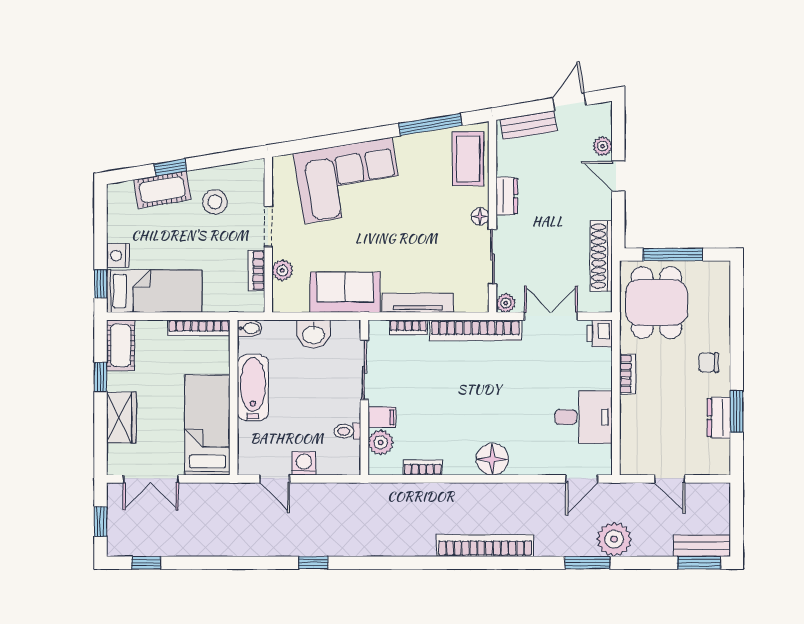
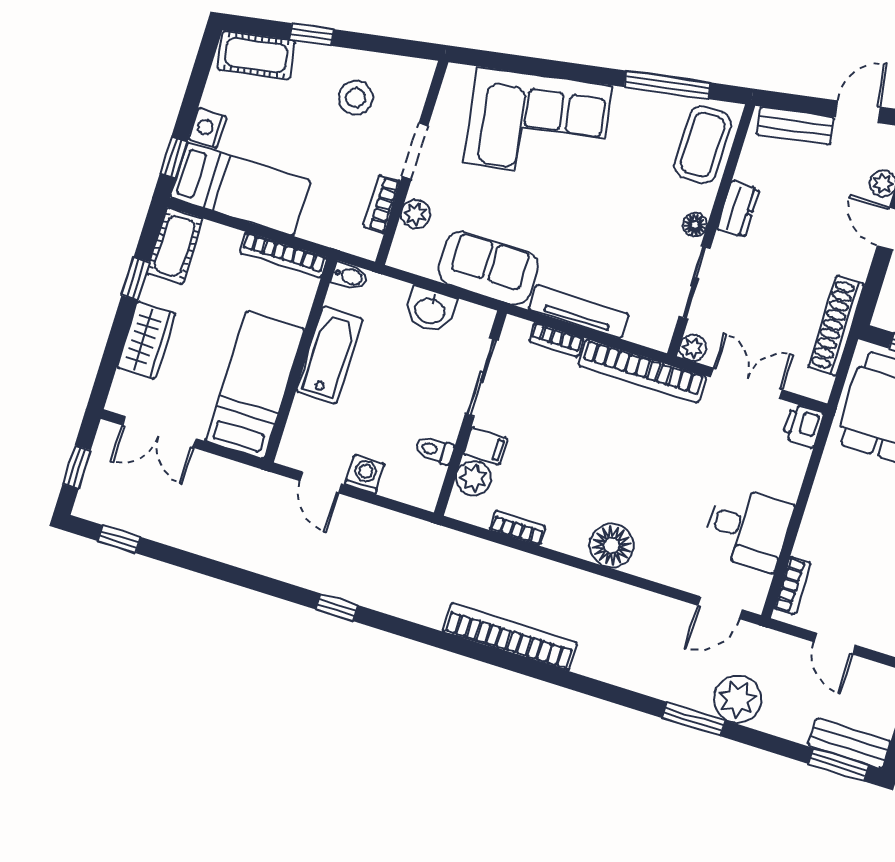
cot: (162, 190) -> (256, 55), moved
bookcase: (628, 374) -> (792, 586), moved
bookcase: (485, 546) -> (510, 637), moved

